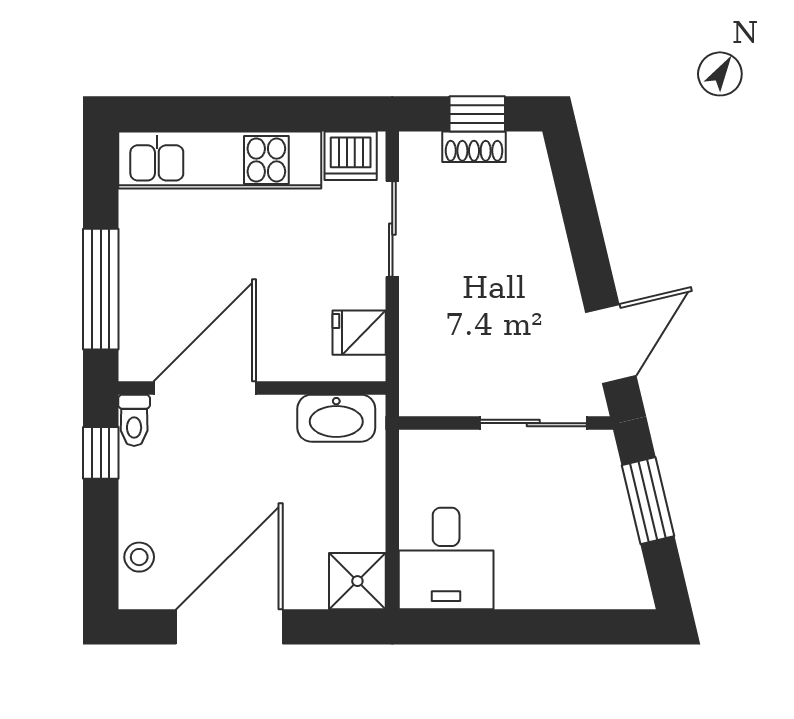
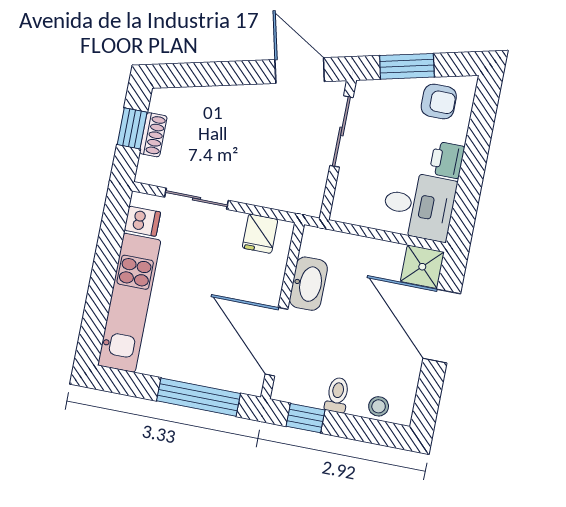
dishwasher: (351, 156) -> (142, 221), width x0.73
washbasin: (336, 418) -> (308, 284), moved
toilet: (134, 420) -> (337, 395), moved, turned -90
armchair: (605, 558) -> (439, 101), added
printer: (522, 587) -> (447, 160), added
door: (229, 627) -> (442, 326), moved

